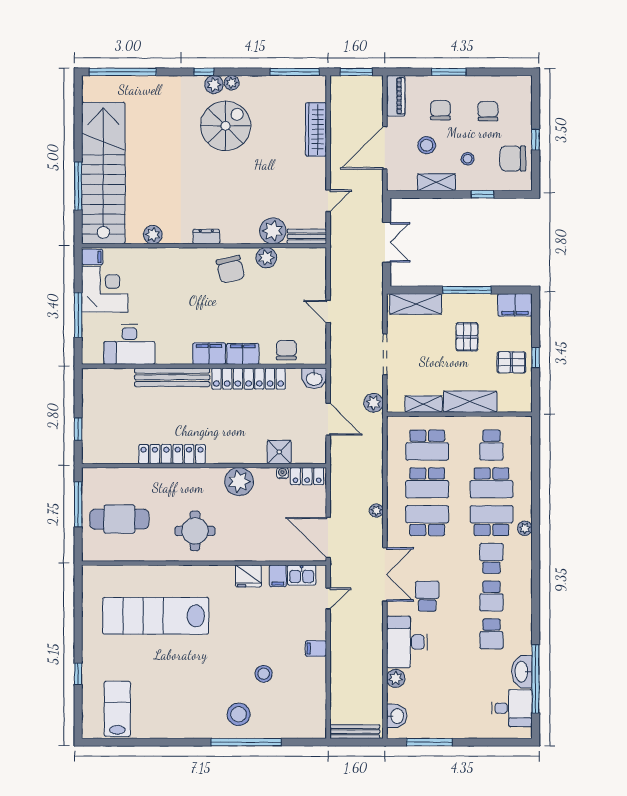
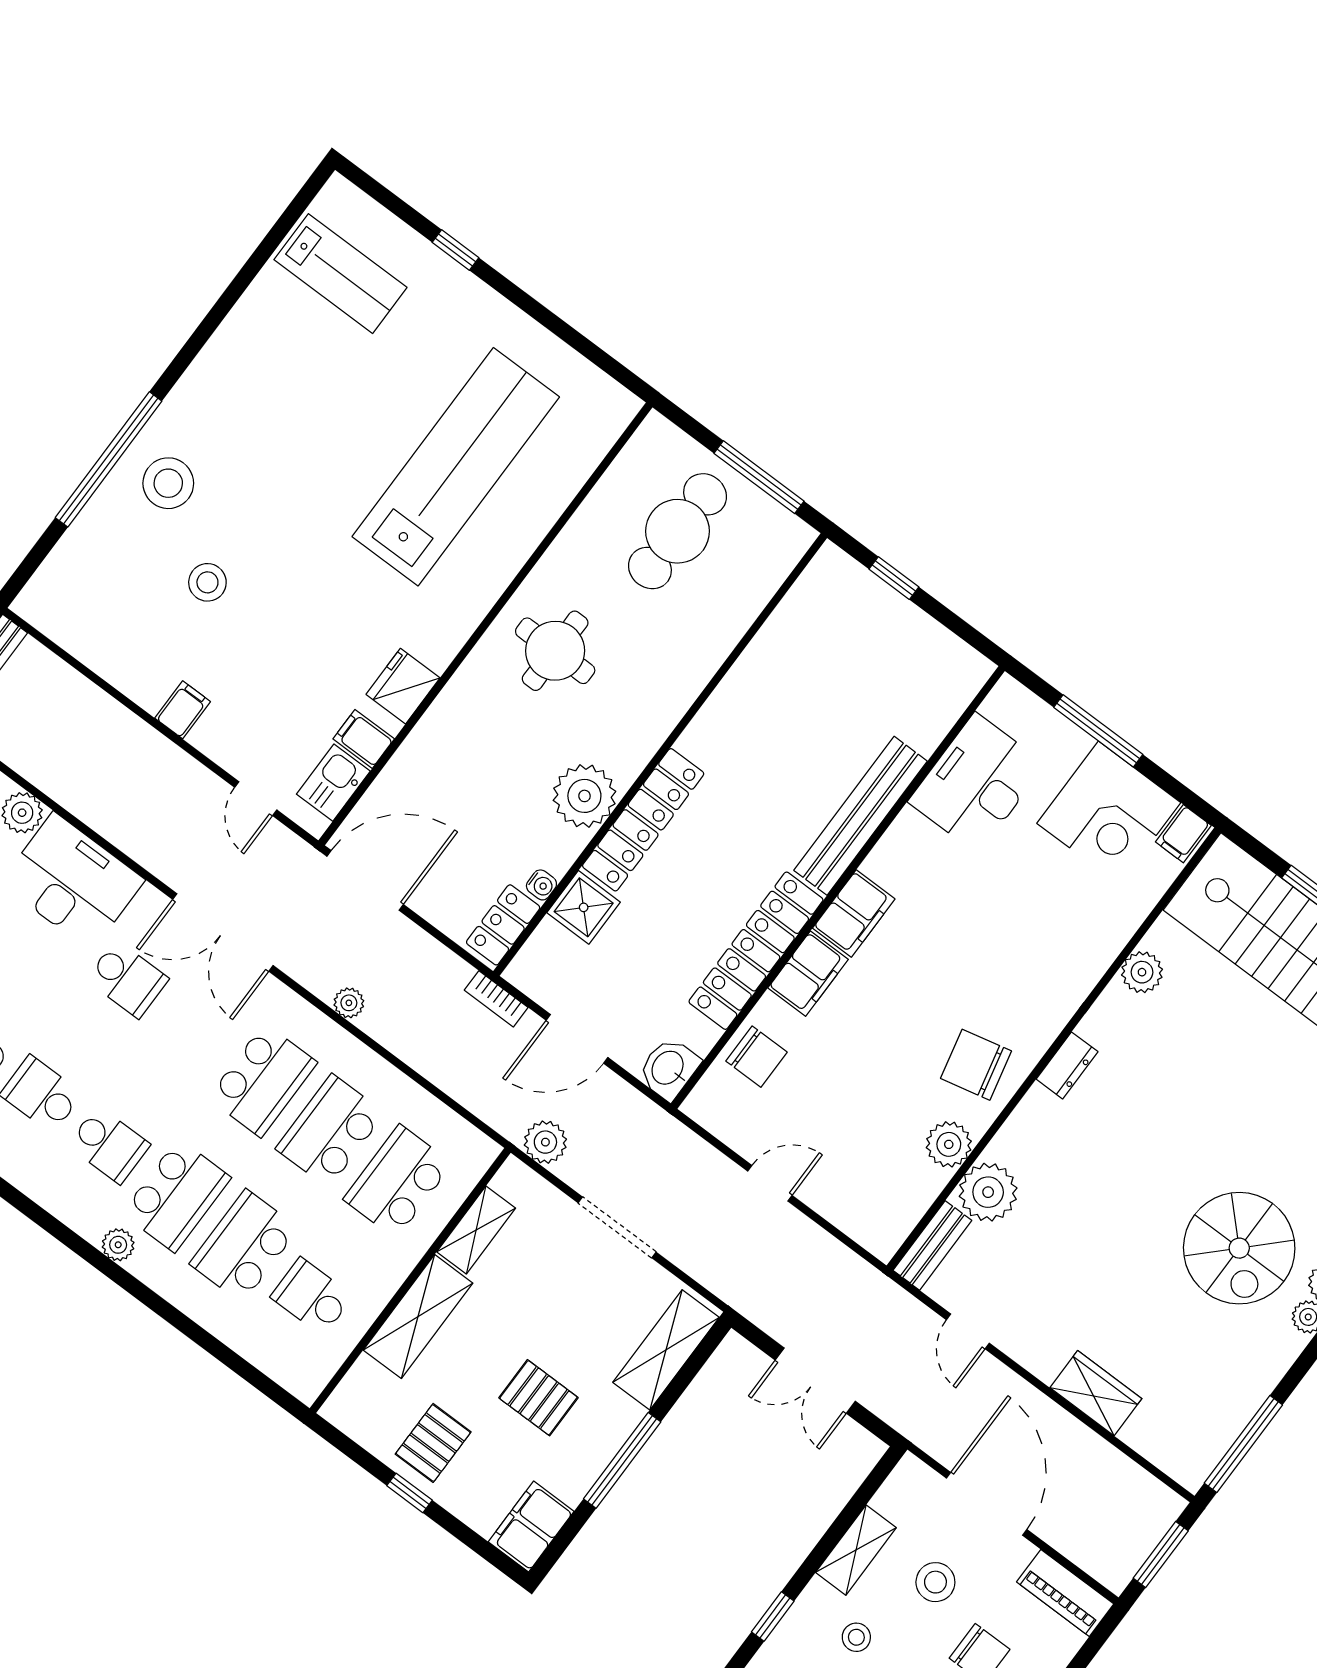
wardrobe: (316, 129) -> (1096, 1393), width x0.67
locker: (172, 454) -> (643, 820), moved
bookcase: (335, 459) -> (496, 999), added

